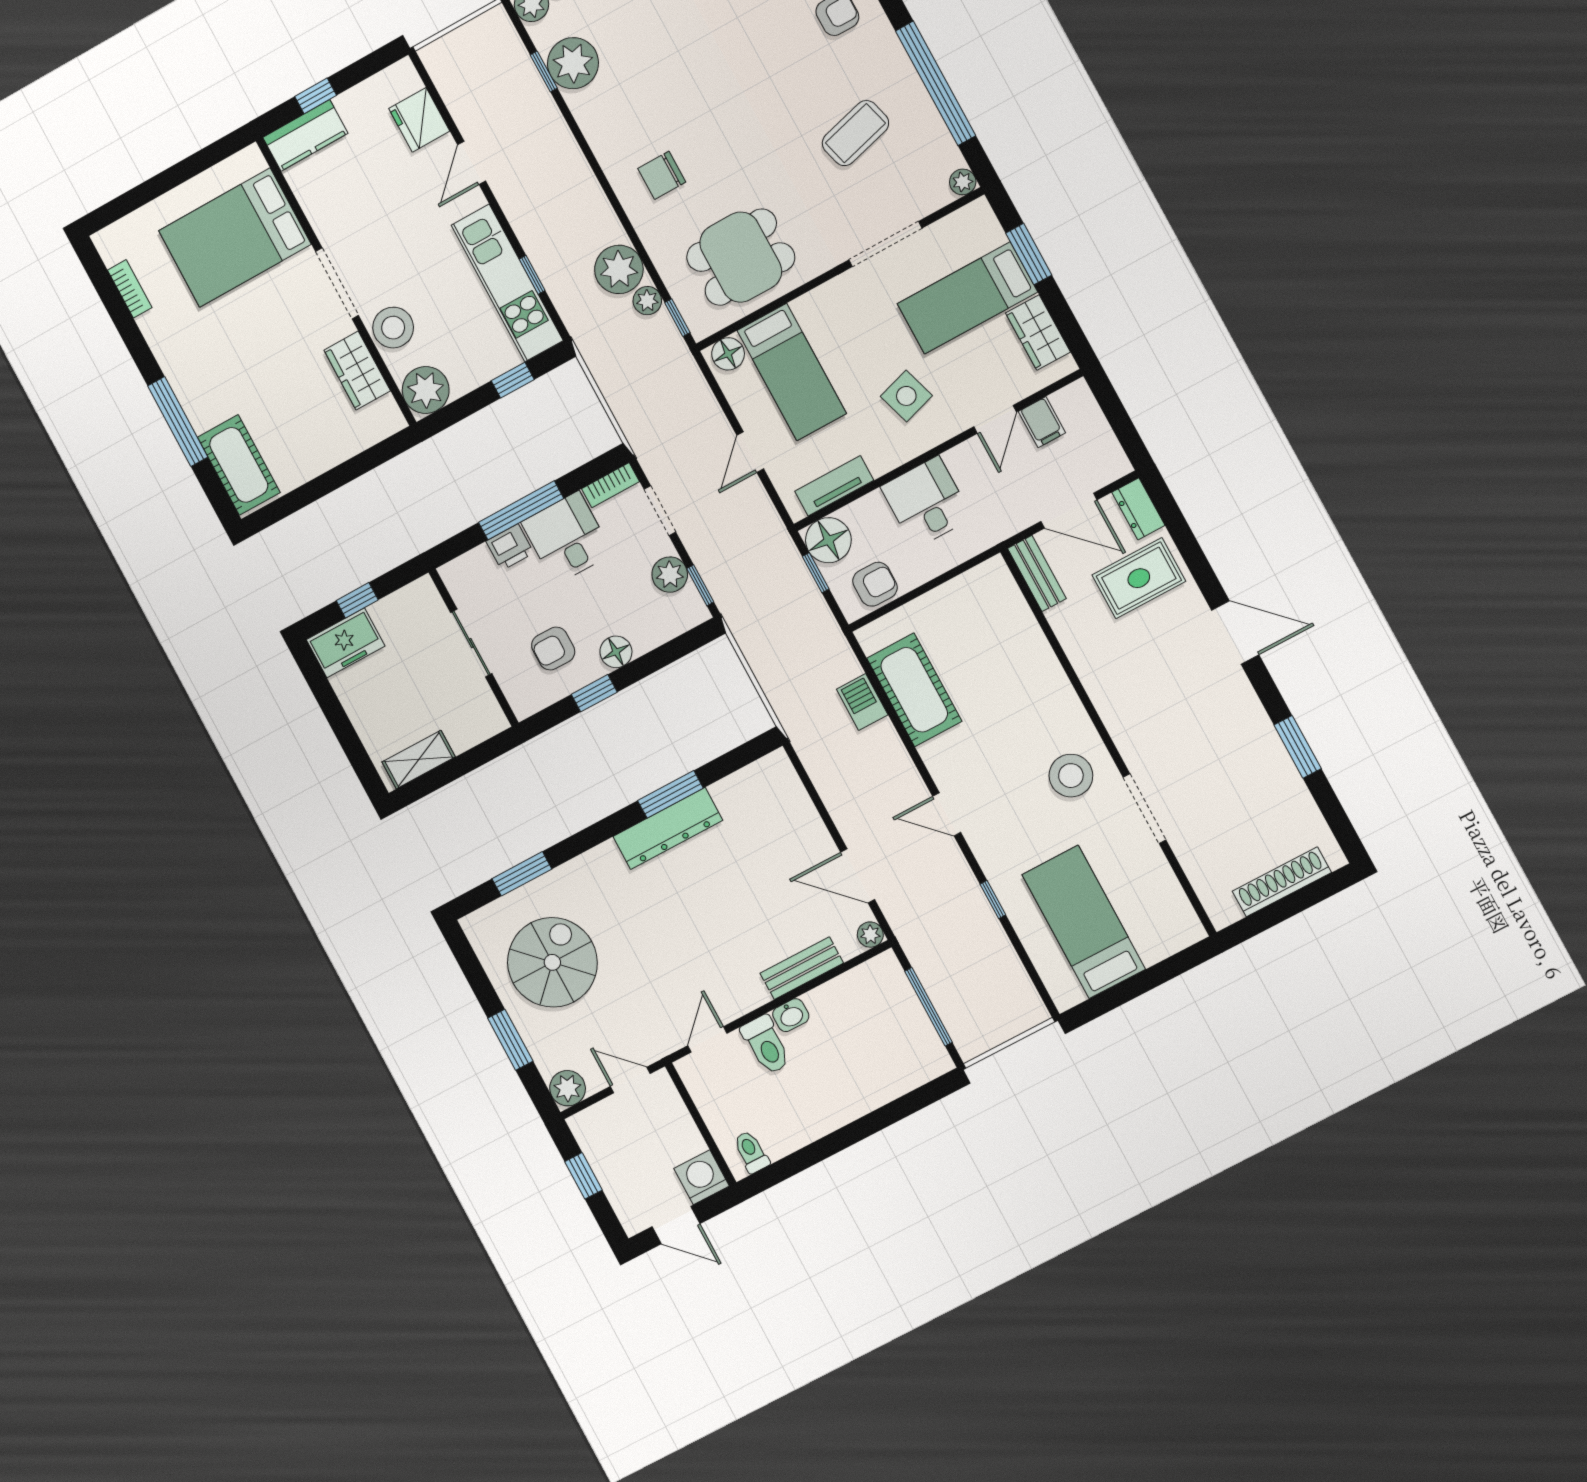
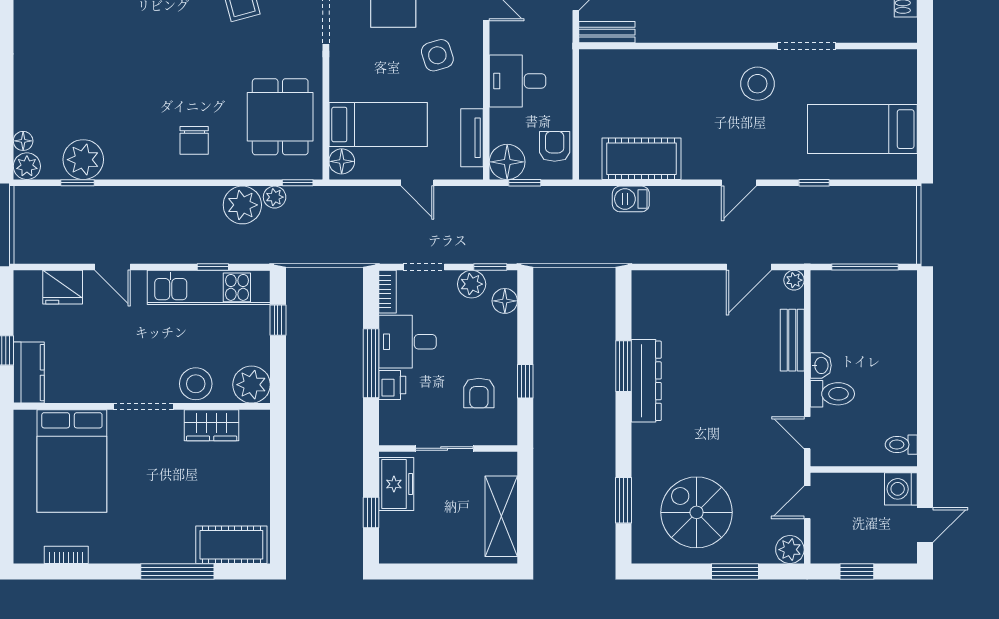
freezer: (346, 643) -> (396, 484), moved
floor lamp: (616, 652) -> (505, 301), moved
shelving: (419, 759) -> (501, 516), width x1.50, depth x1.33

